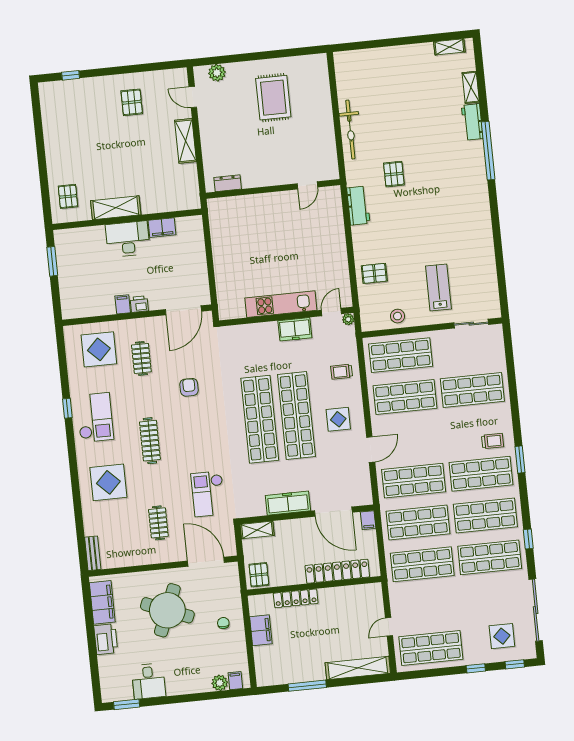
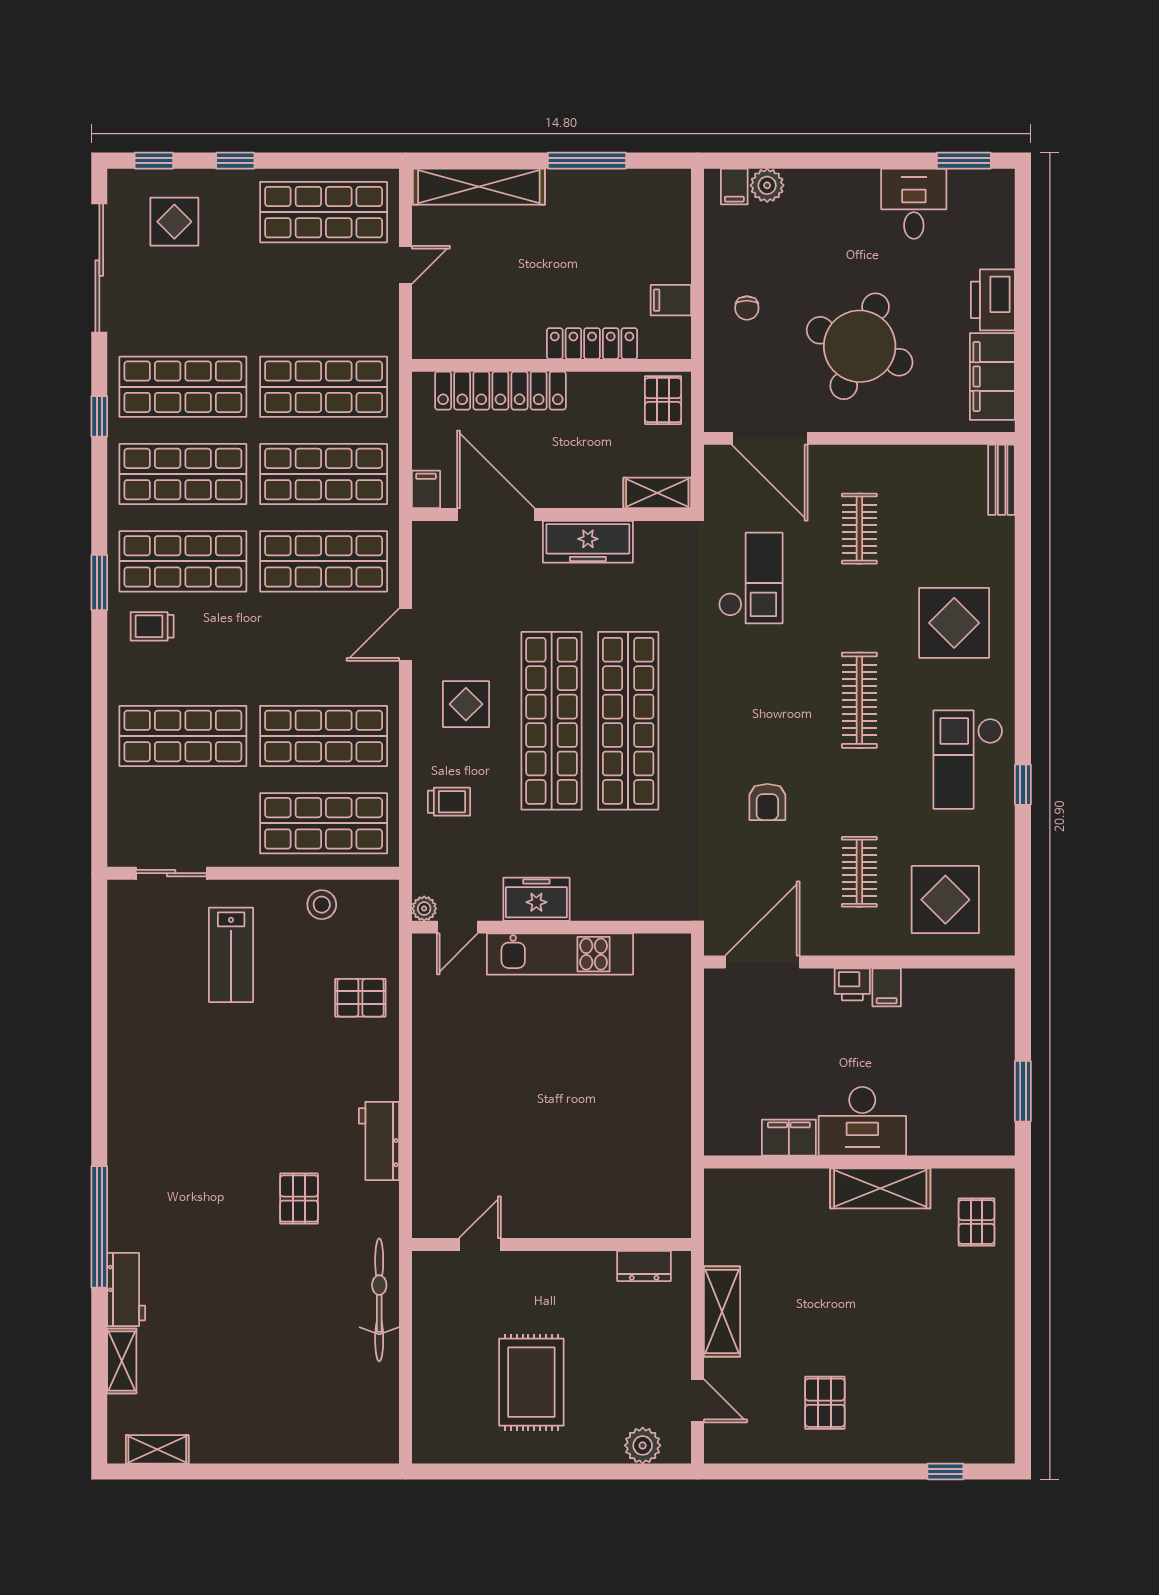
dresser: (228, 183) -> (644, 1266), moved
door: (307, 185) -> (480, 1245), moved
wall: (273, 189) -> (552, 1245), moved
filing cabinet: (261, 630) -> (671, 300), width x0.50

